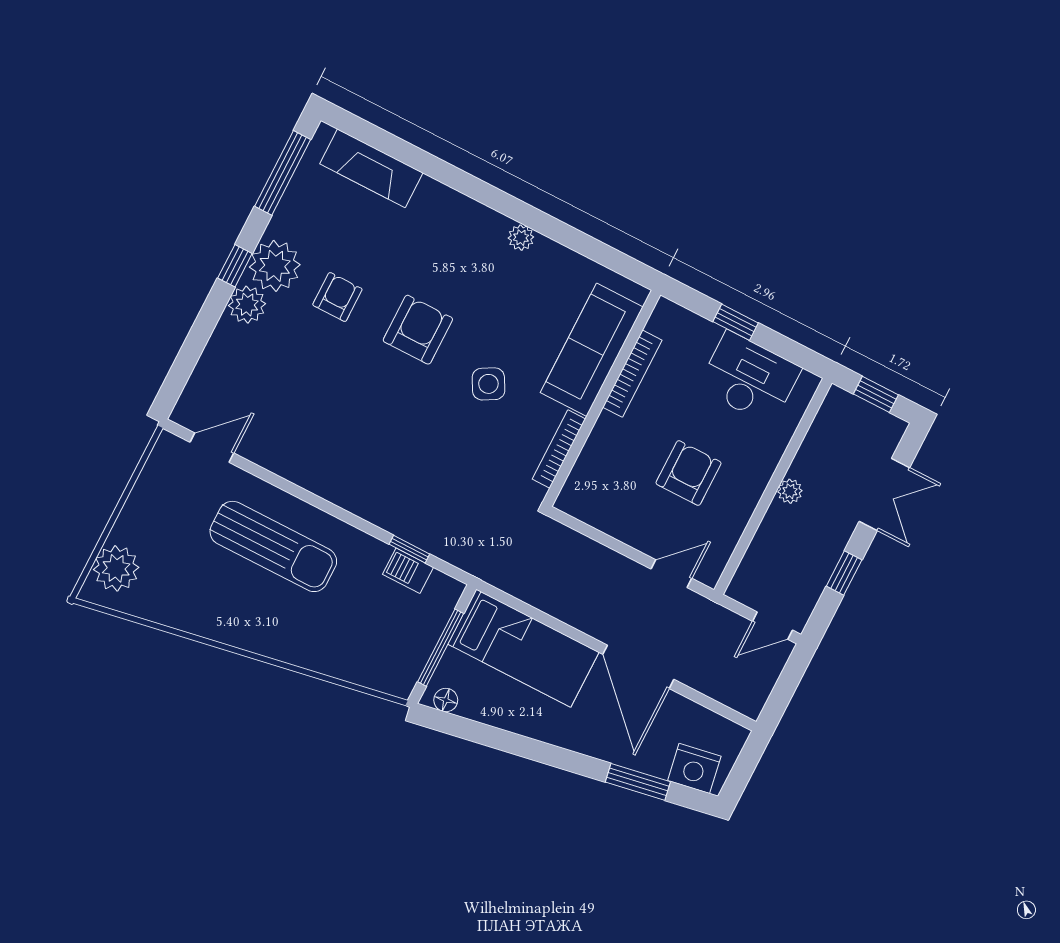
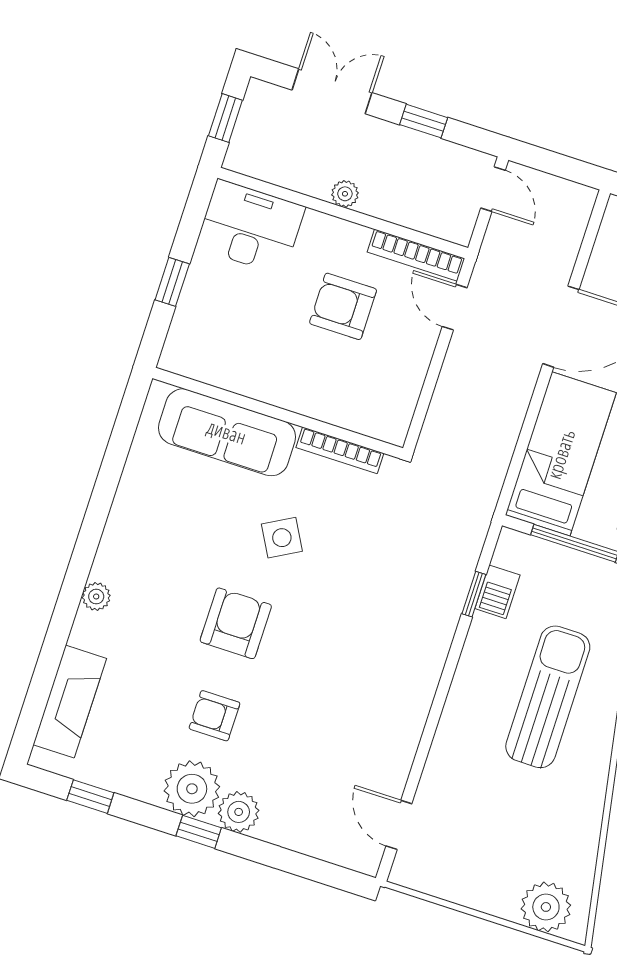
window: (283, 173) -> (90, 797), width x0.46
plant: (521, 238) -> (96, 597), moved
armchair: (418, 330) -> (236, 623), turned 90
bookcase: (632, 374) -> (416, 255), moved, turned 180
desk: (749, 378) -> (250, 227), moved, turned 90
sun lounger: (273, 546) -> (548, 697), moved

